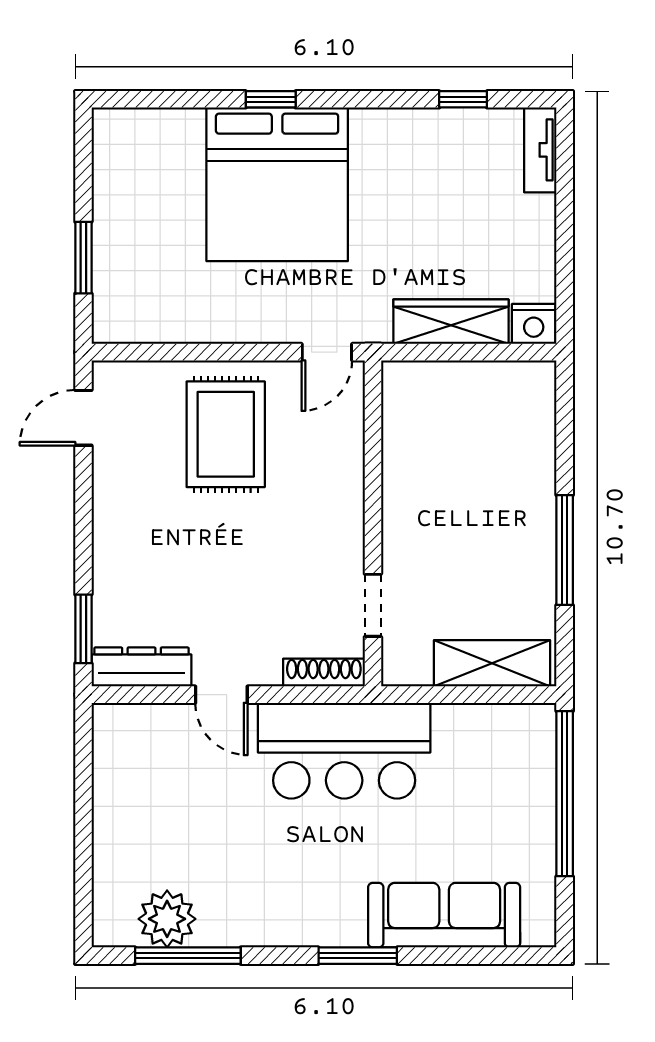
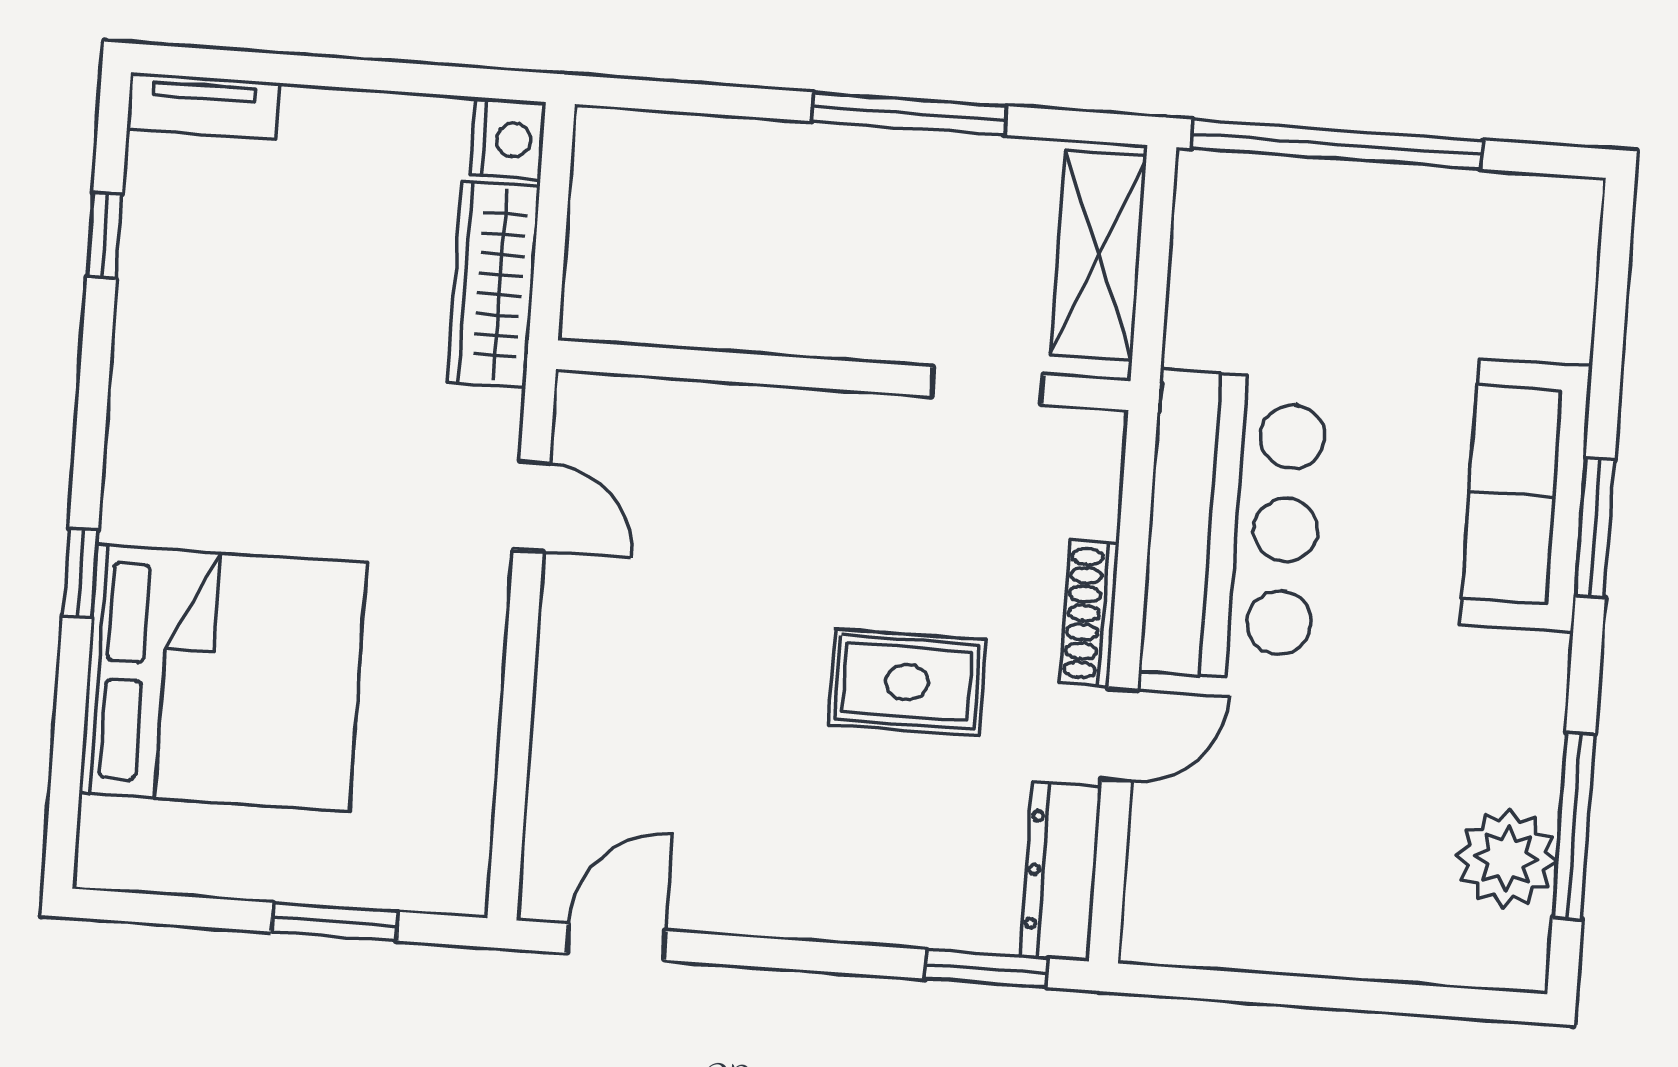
bed: (277, 184) -> (223, 678), moved
door: (83, 418) -> (616, 942), swing flipped
rug: (226, 434) -> (907, 682), moved, width x0.73, depth x0.70
wall: (373, 523) -> (843, 375), moved
doorway: (373, 605) -> (987, 386), moved
shoe rack: (324, 673) -> (1089, 614), moved
sofa: (444, 915) -> (1526, 495), moved

